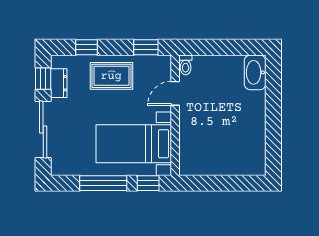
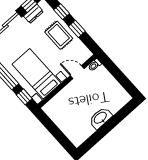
window: (146, 47) -> (77, 29), moved
washbasin: (255, 72) -> (100, 118), moved

